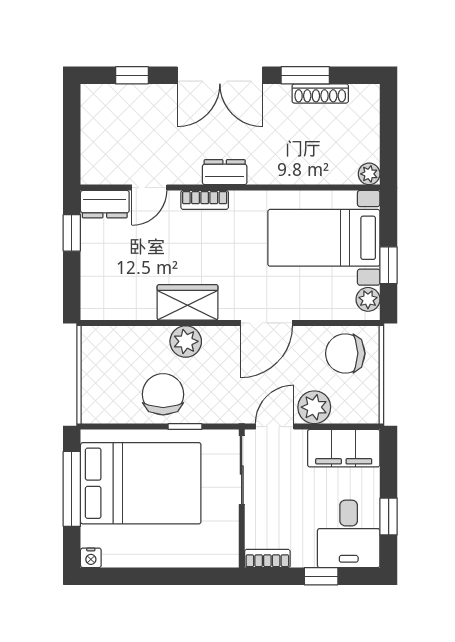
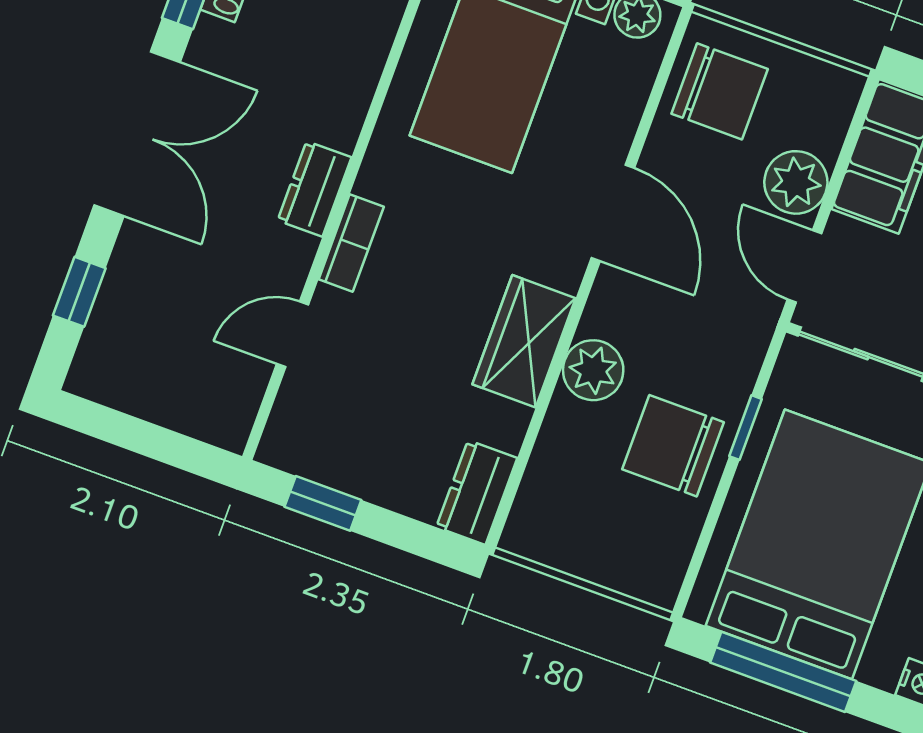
door: (149, 188) -> (293, 334), swing flipped
dresser: (105, 204) -> (477, 493), moved, turned 180
chair: (345, 353) -> (720, 91), turned -90

